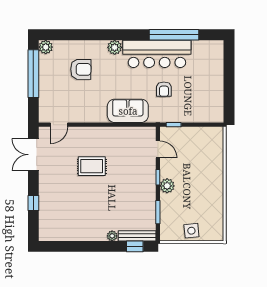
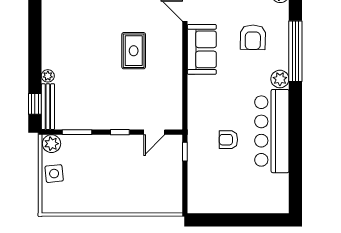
window: (174, 35) -> (295, 51), moved
sofa: (128, 111) -> (202, 49), moved
plant: (167, 186) -> (52, 144), moved

